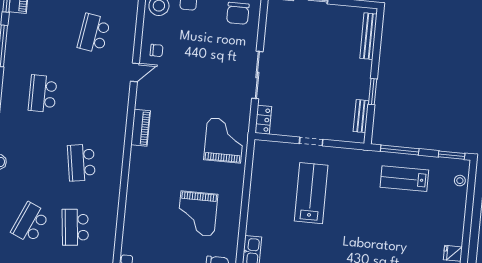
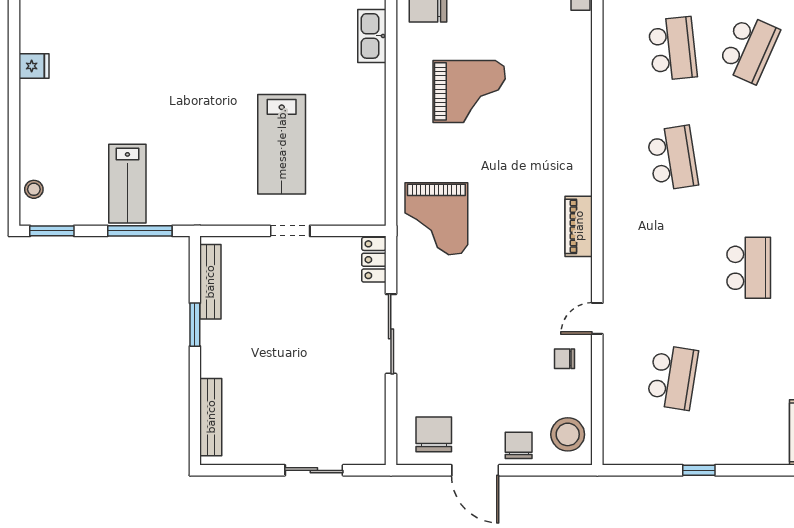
bench: (361, 116) -> (210, 282), width x1.36
lab bench: (404, 179) -> (127, 184), turned 90
grand piano: (198, 214) -> (469, 91), turned 90

